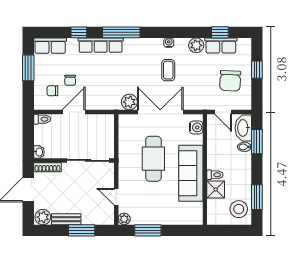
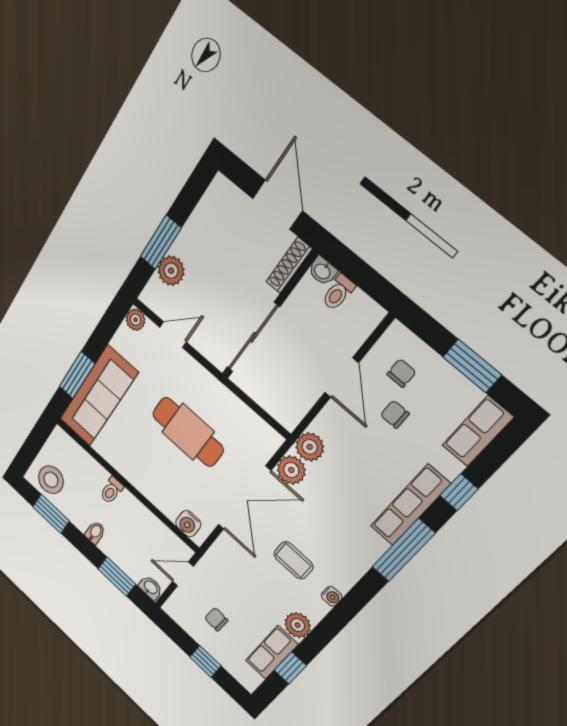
chair: (230, 81) -> (216, 619), width x0.54, depth x0.54
plant: (113, 102) -> (310, 447), added
toilet: (42, 119) -> (338, 293), moved
washbasin: (243, 128) -> (150, 588), width x0.52, depth x0.69
bidet: (244, 147) -> (95, 532), moved
sofa: (191, 173) -> (98, 396), moved, turned 90
shower: (216, 189) -> (93, 474), removed
plant: (43, 217) -> (171, 271), moved
bench: (66, 219) -> (192, 231), removed
window: (148, 230) -> (77, 375), moved

